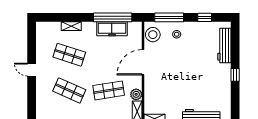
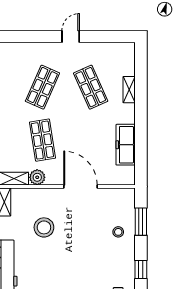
window: (113, 17) -> (141, 146), removed
window: (169, 17) -> (141, 222), width x0.69
stool: (153, 35) -> (44, 227), moved
shop shelf: (69, 55) -> (91, 87), turned -42

